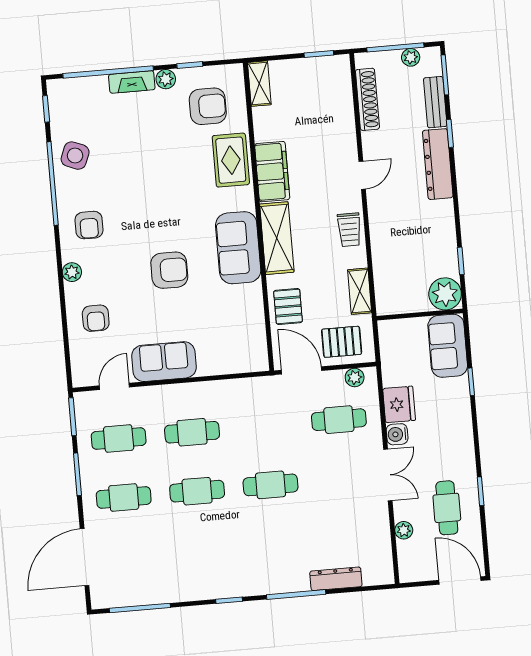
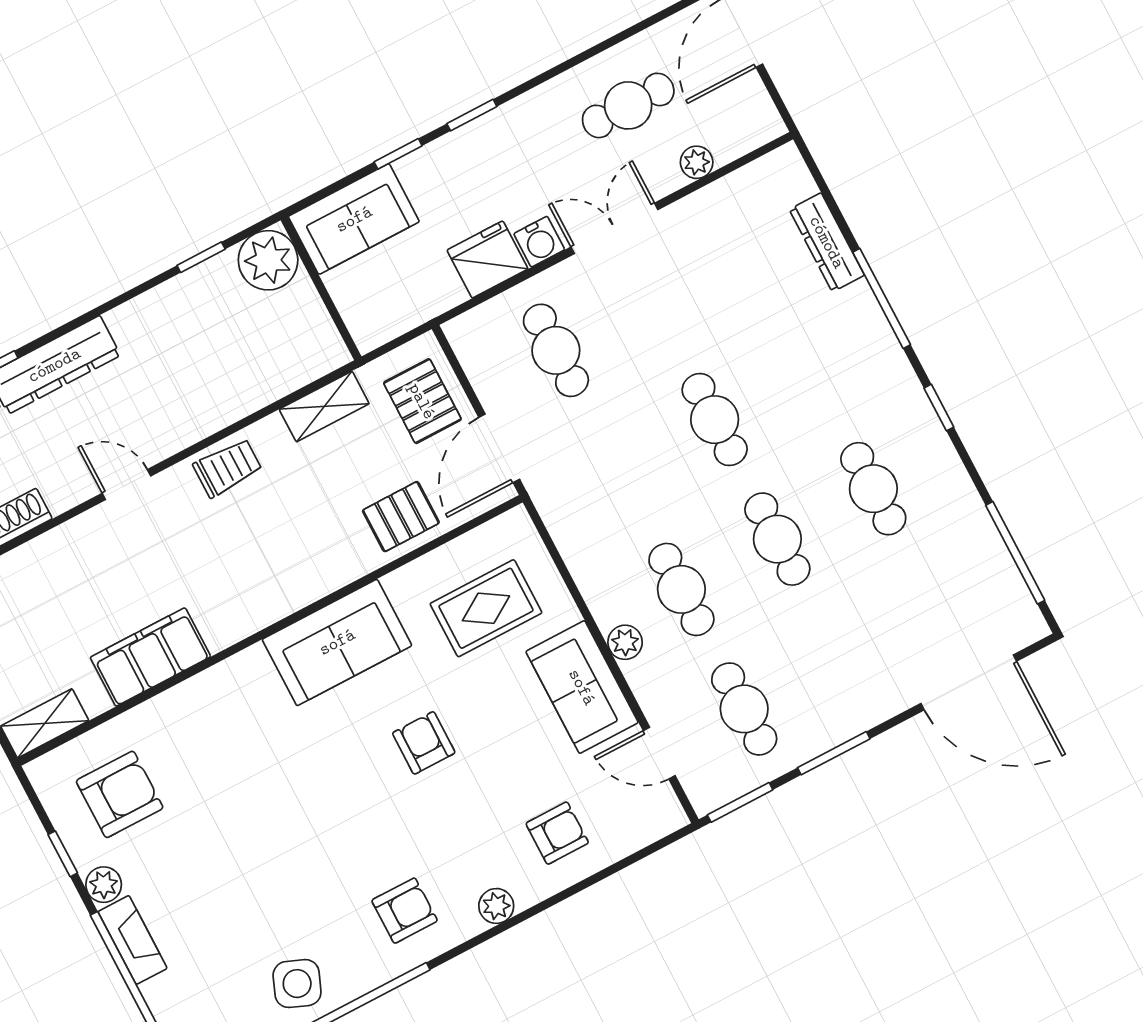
armchair: (208, 106) -> (120, 794), turned 90
rug: (231, 160) -> (486, 608), moved
filing cabinet: (272, 172) -> (150, 657), moved
shelving: (277, 238) -> (293, 584), removed
armchair: (169, 270) -> (424, 743), width x0.72, depth x0.72
plant: (355, 378) -> (625, 642), moved
window: (481, 491) -> (472, 115), moved
cafe table: (124, 497) -> (873, 489), moved

